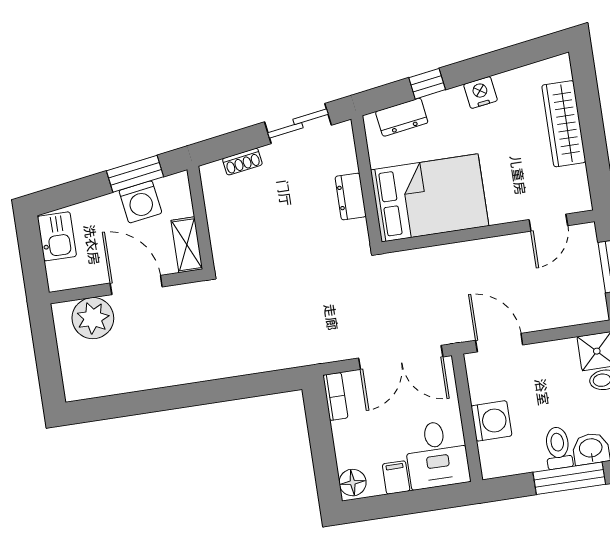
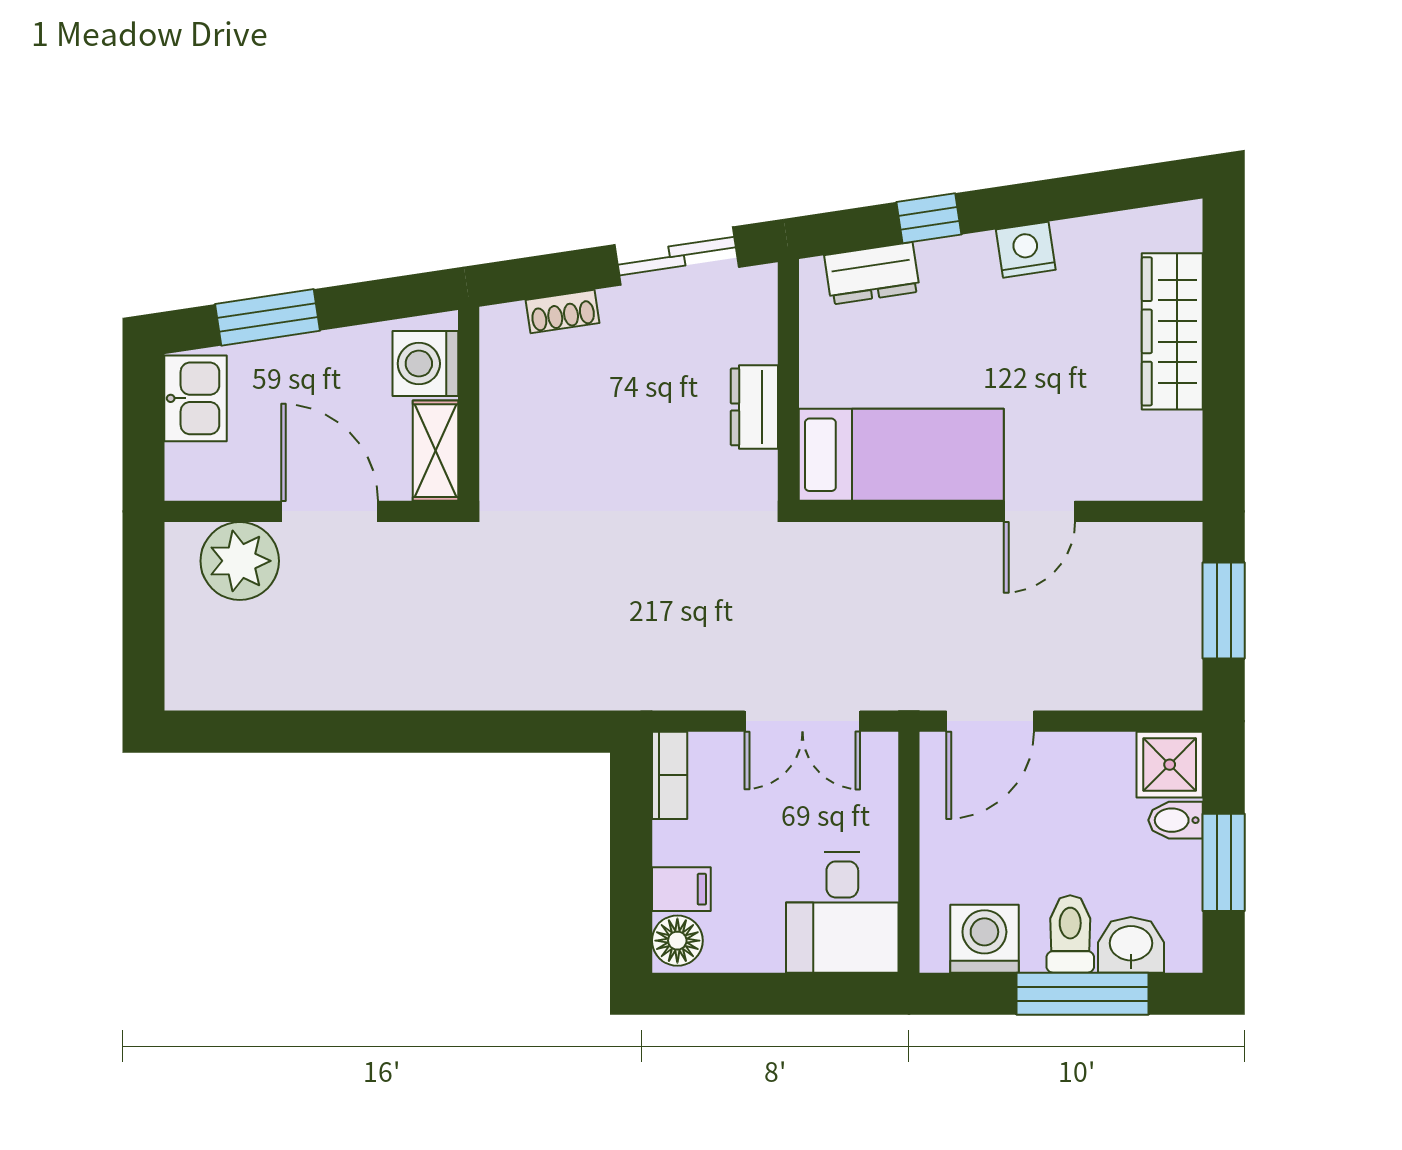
window: (135, 174) -> (267, 317), moved
bed: (430, 198) -> (901, 455), width x0.67
washing machine: (140, 202) -> (425, 364), moved, turned 99
door: (548, 223) -> (1039, 511), moved
door: (499, 343) -> (990, 721), swing flipped
double door: (401, 357) -> (802, 721), width x0.73
washing machine: (491, 421) -> (984, 939), moved, turned -90
filing cabinet: (396, 477) -> (681, 889), moved, turned 90

